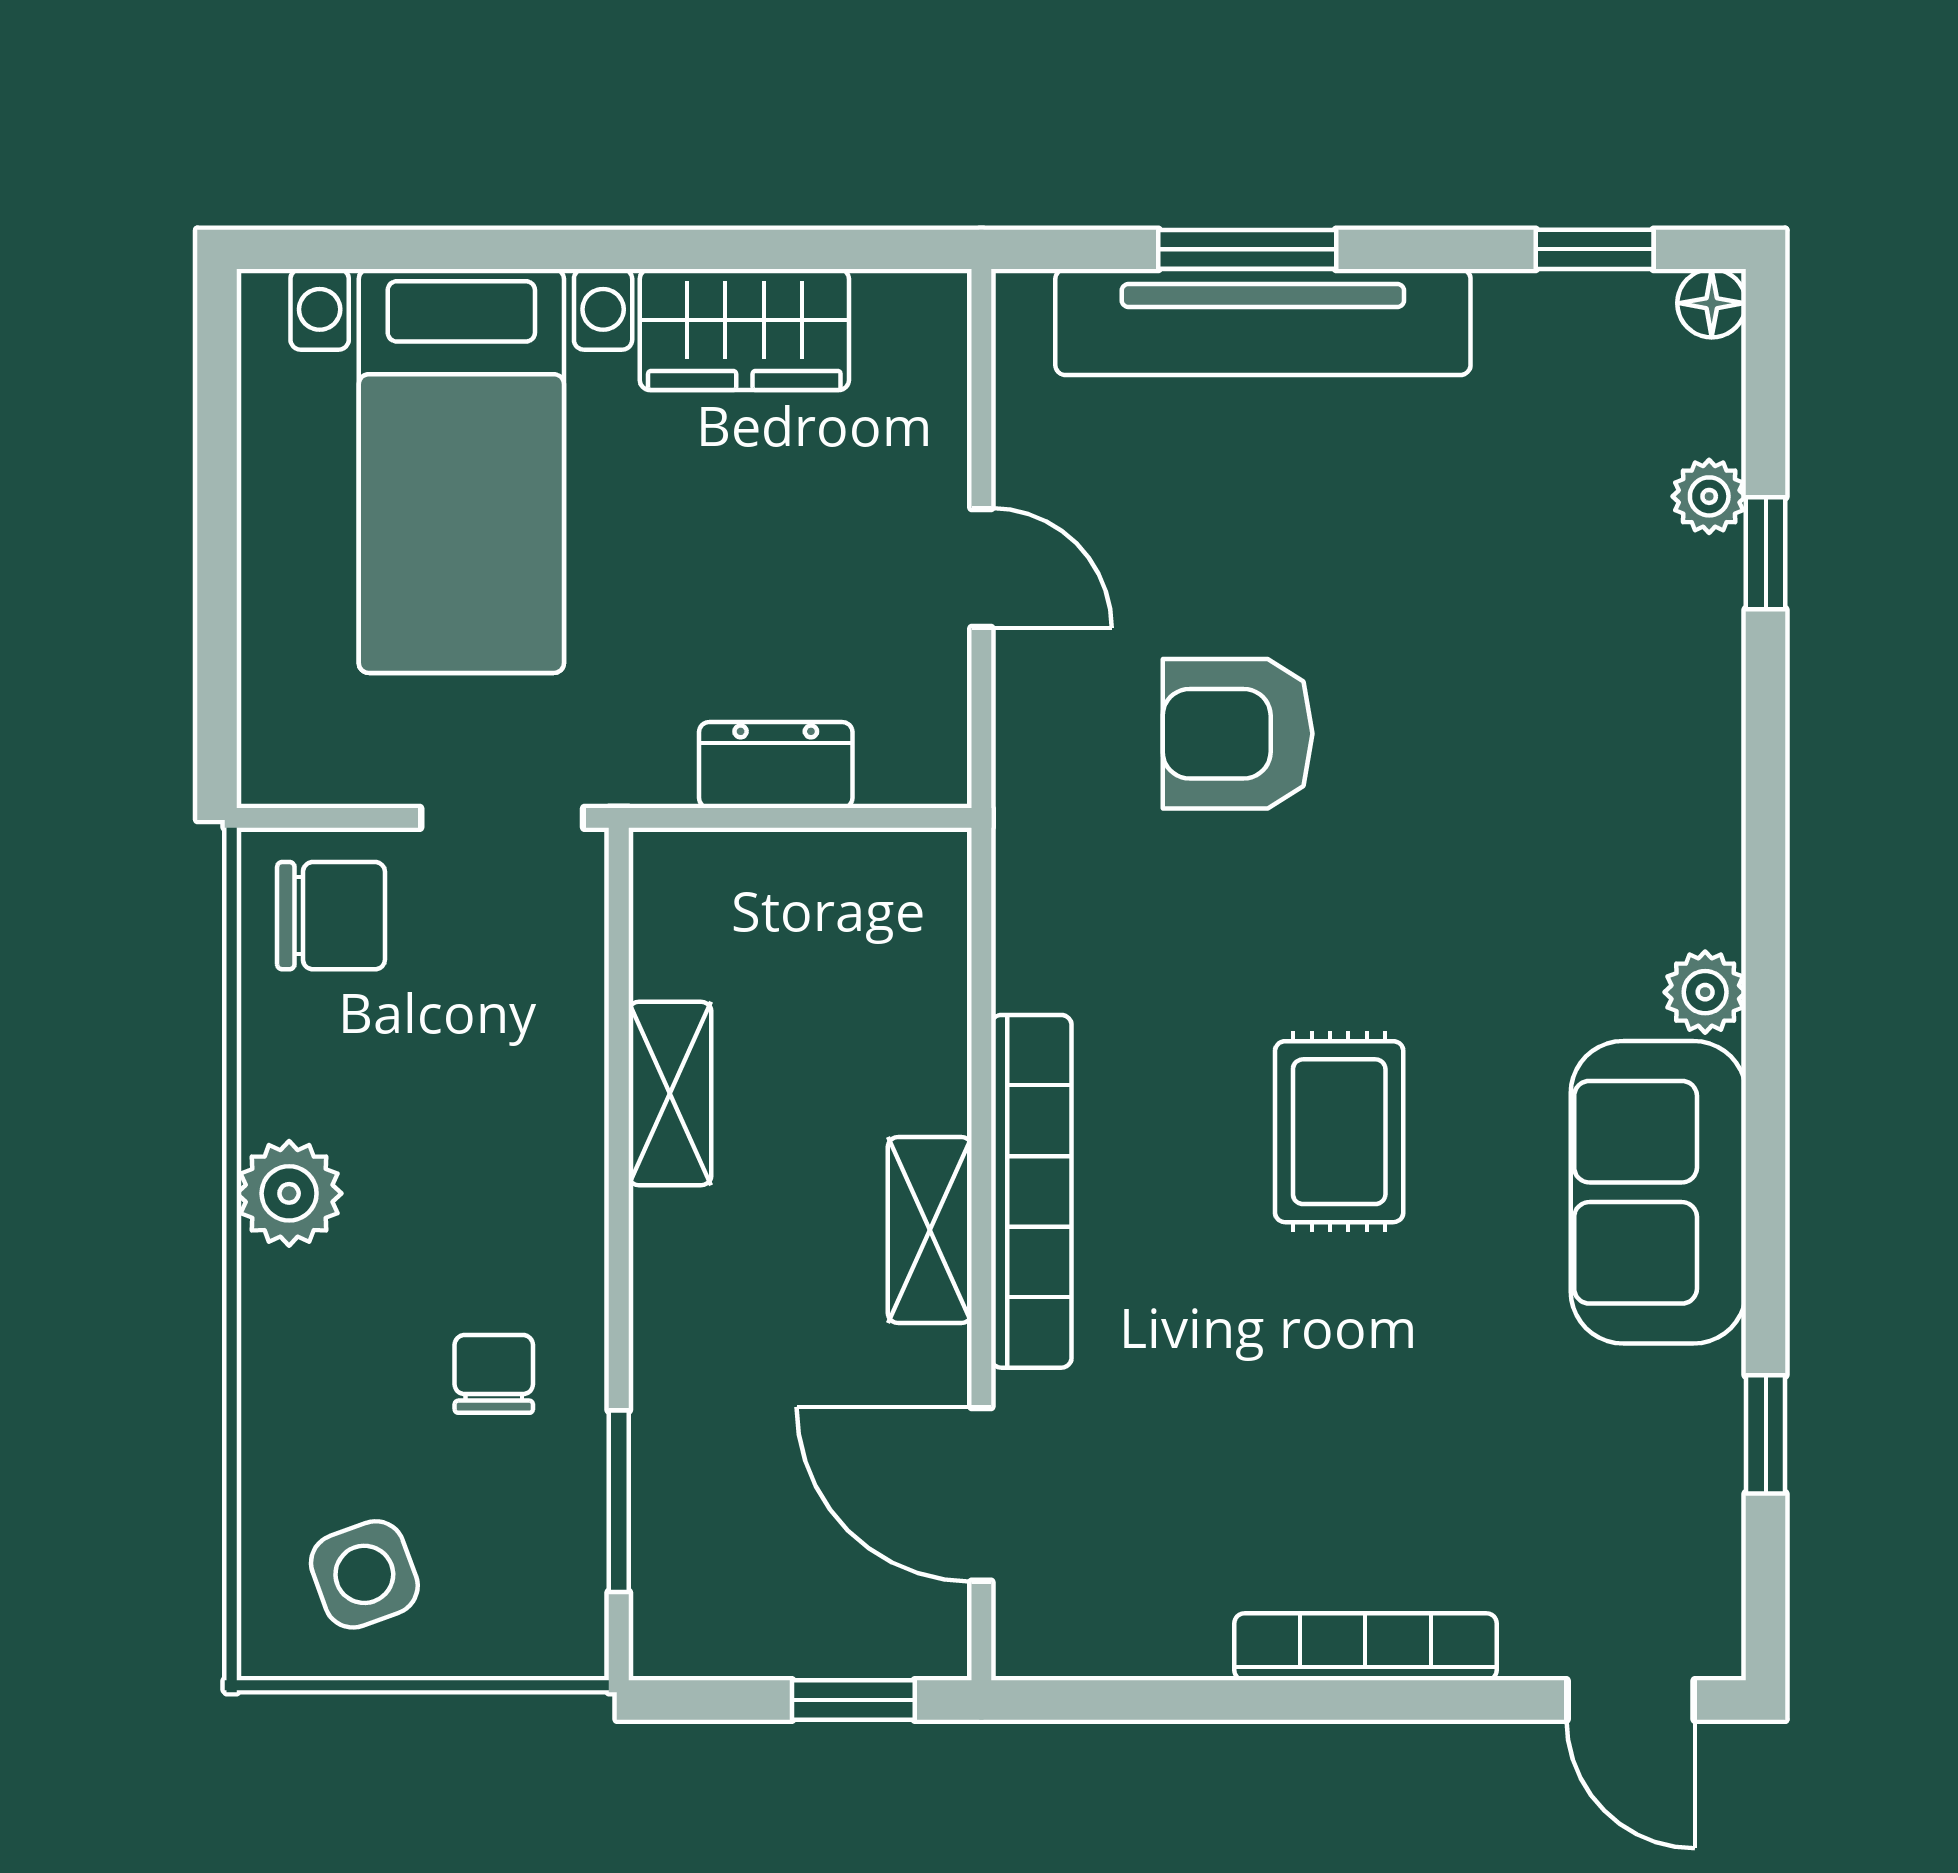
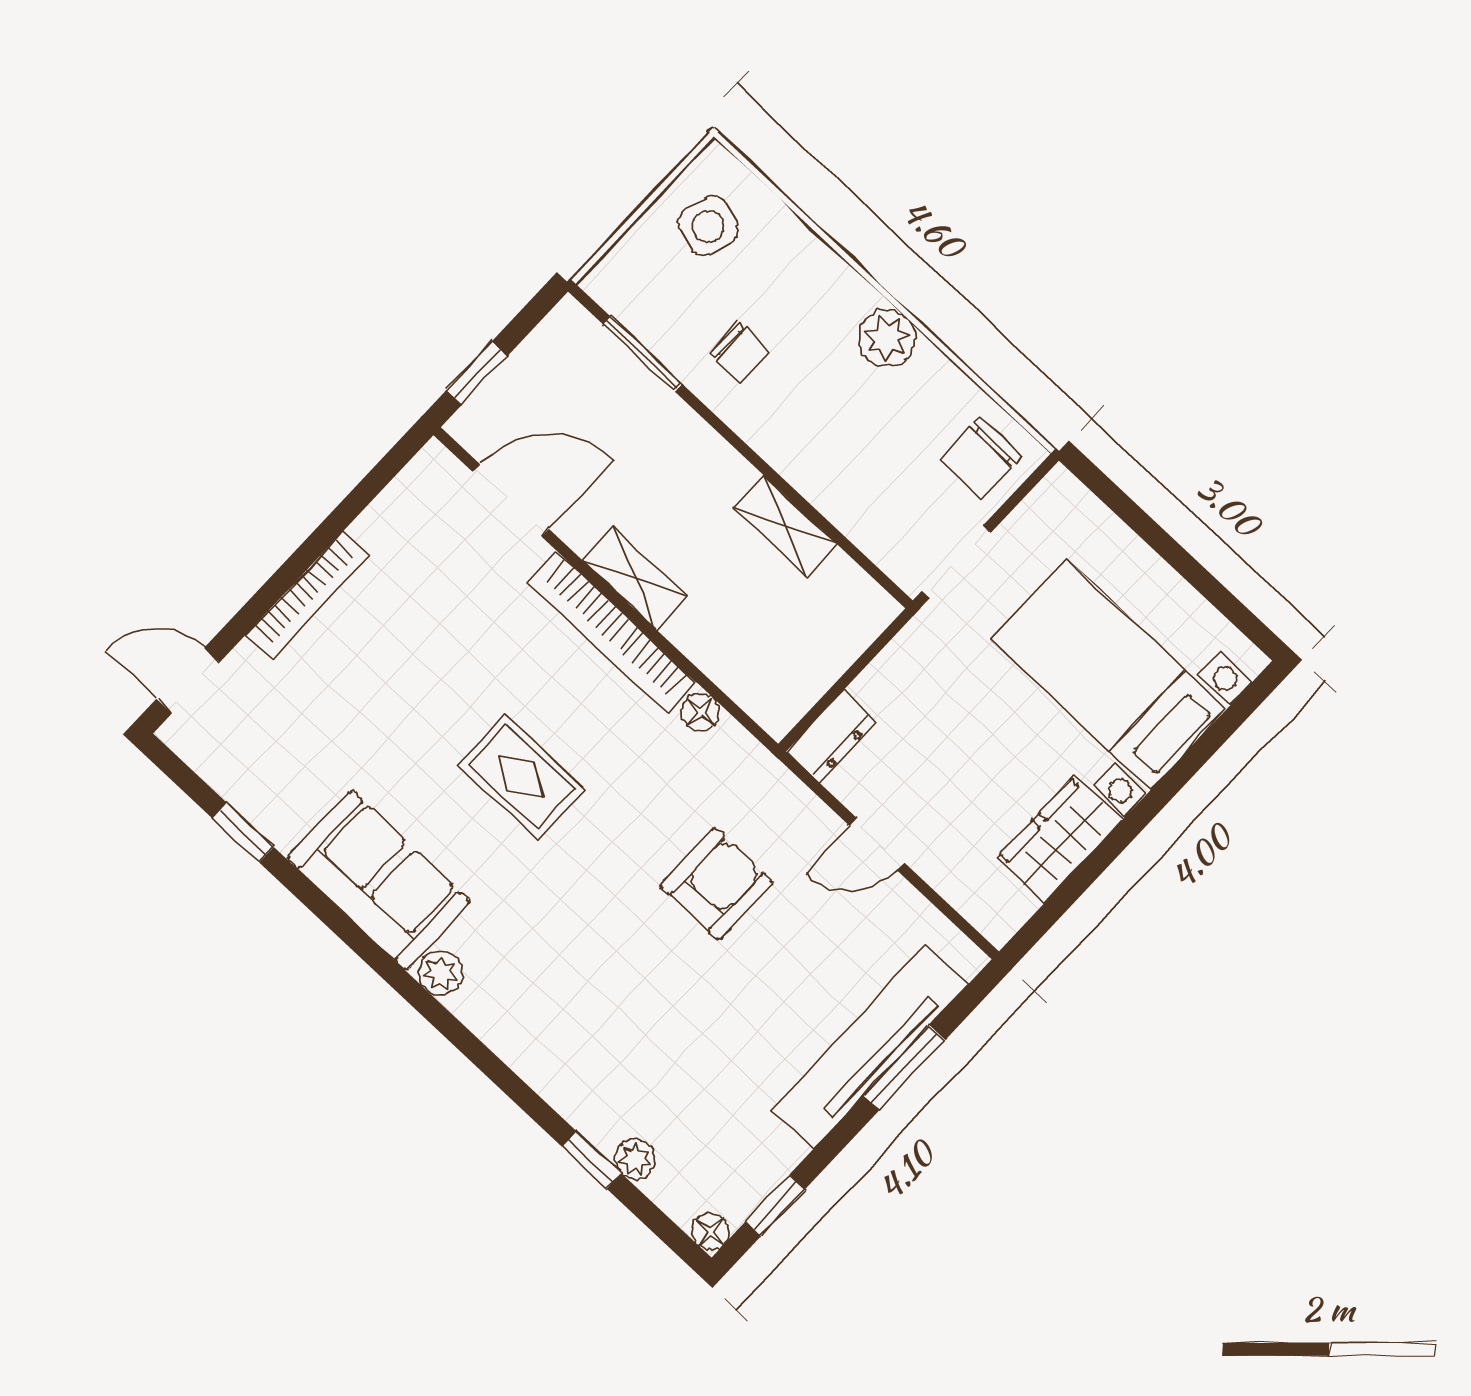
dresser: (776, 765) -> (831, 737), moved
floor lamp: (1026, 972) -> (701, 712), added
side table: (364, 1574) -> (708, 226), turned 37

